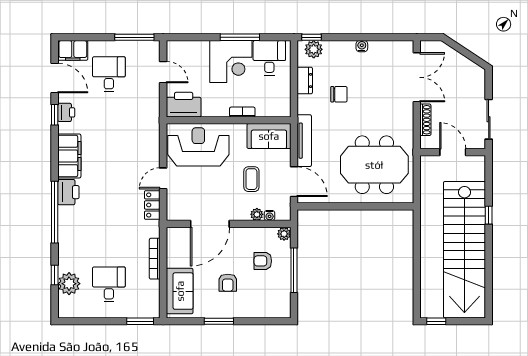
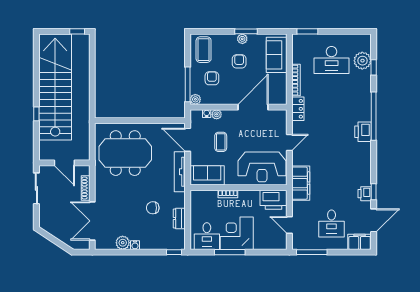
plant: (314, 49) -> (123, 243), moved
door: (55, 78) -> (374, 220), swing flipped
filing cabinet: (69, 156) -> (301, 183), moved, turned 180
locker: (152, 205) -> (298, 109), moved
armchair: (263, 261) -> (212, 78), turned -90
window: (294, 270) -> (188, 84), moved
desk: (109, 284) -> (332, 60), width x1.37
coffee table: (274, 298) -> (204, 50), added
plant: (224, 312) -> (242, 39), added

